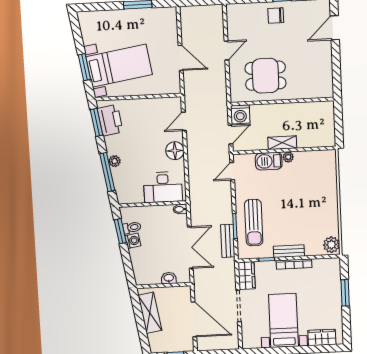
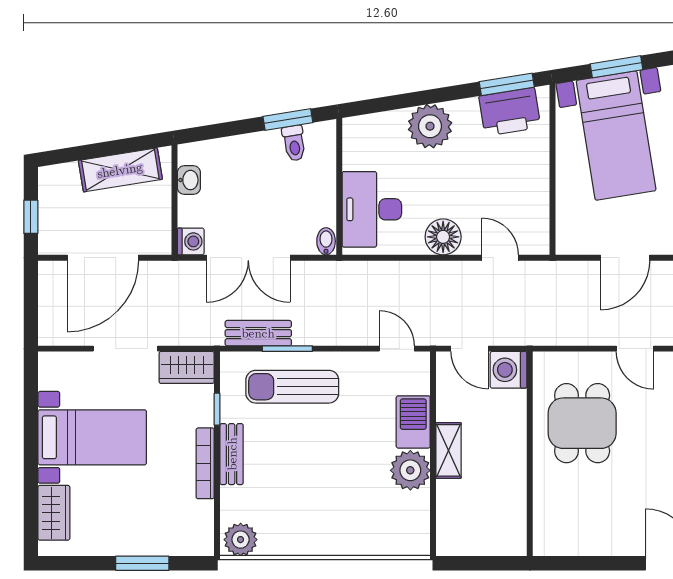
plant: (288, 157) -> (410, 470), width x1.88, depth x1.88
plant: (115, 161) -> (430, 126), width x1.88, depth x1.88
window: (107, 172) -> (407, 100), removed
washing machine: (133, 241) -> (191, 241), moved, turned -81
washbasin: (169, 278) -> (189, 180), moved

